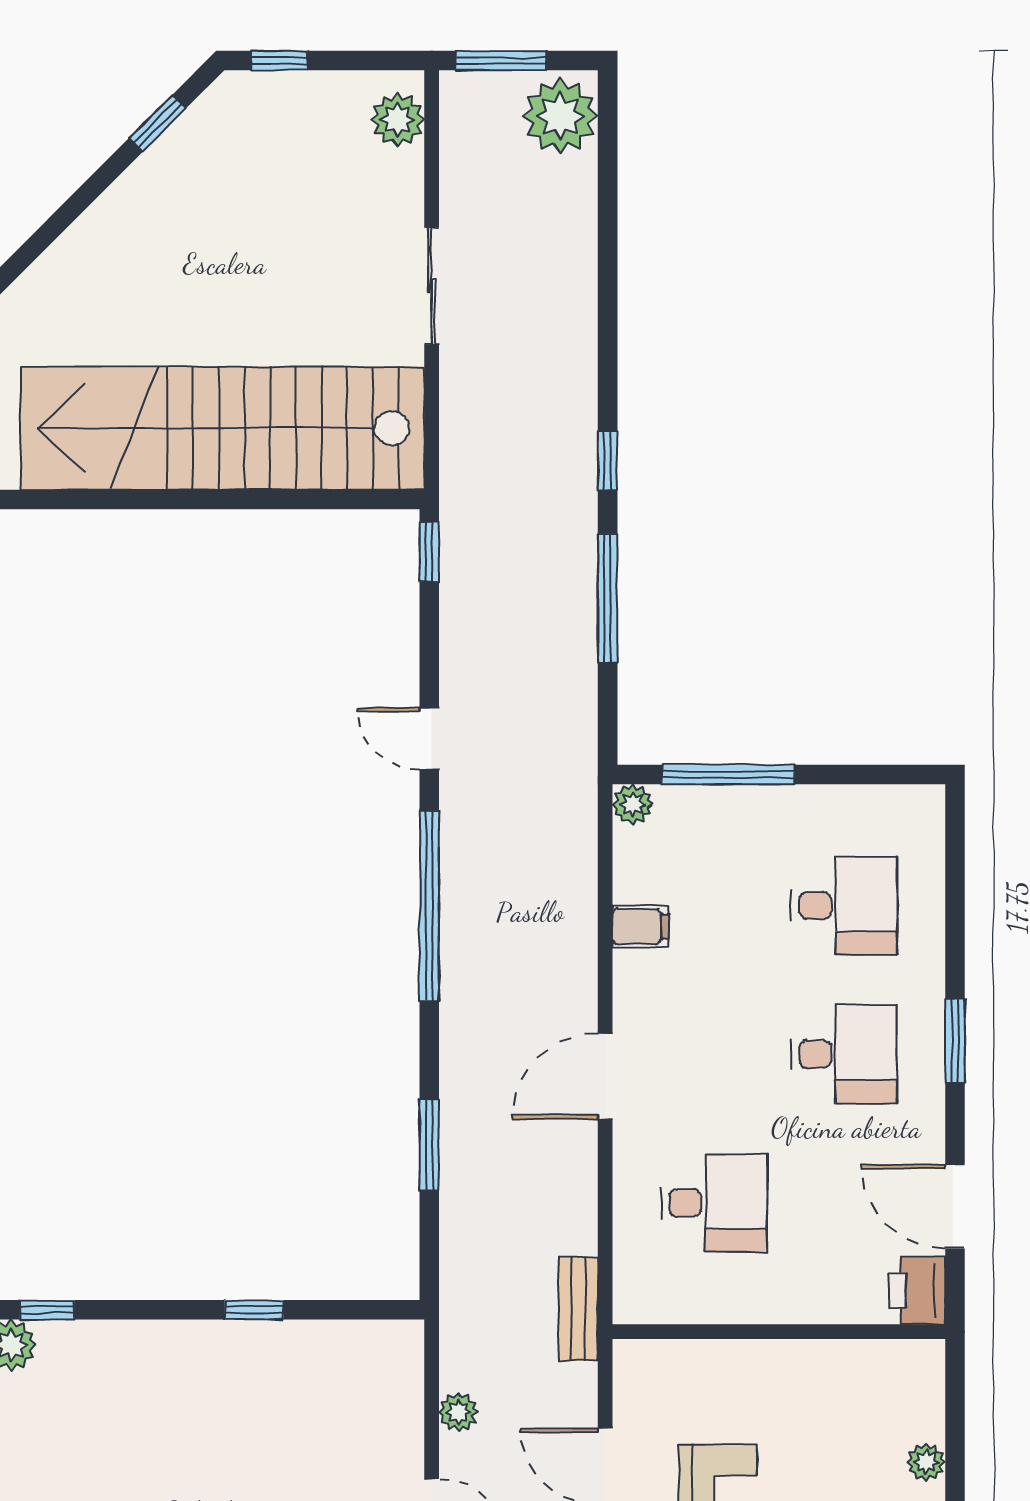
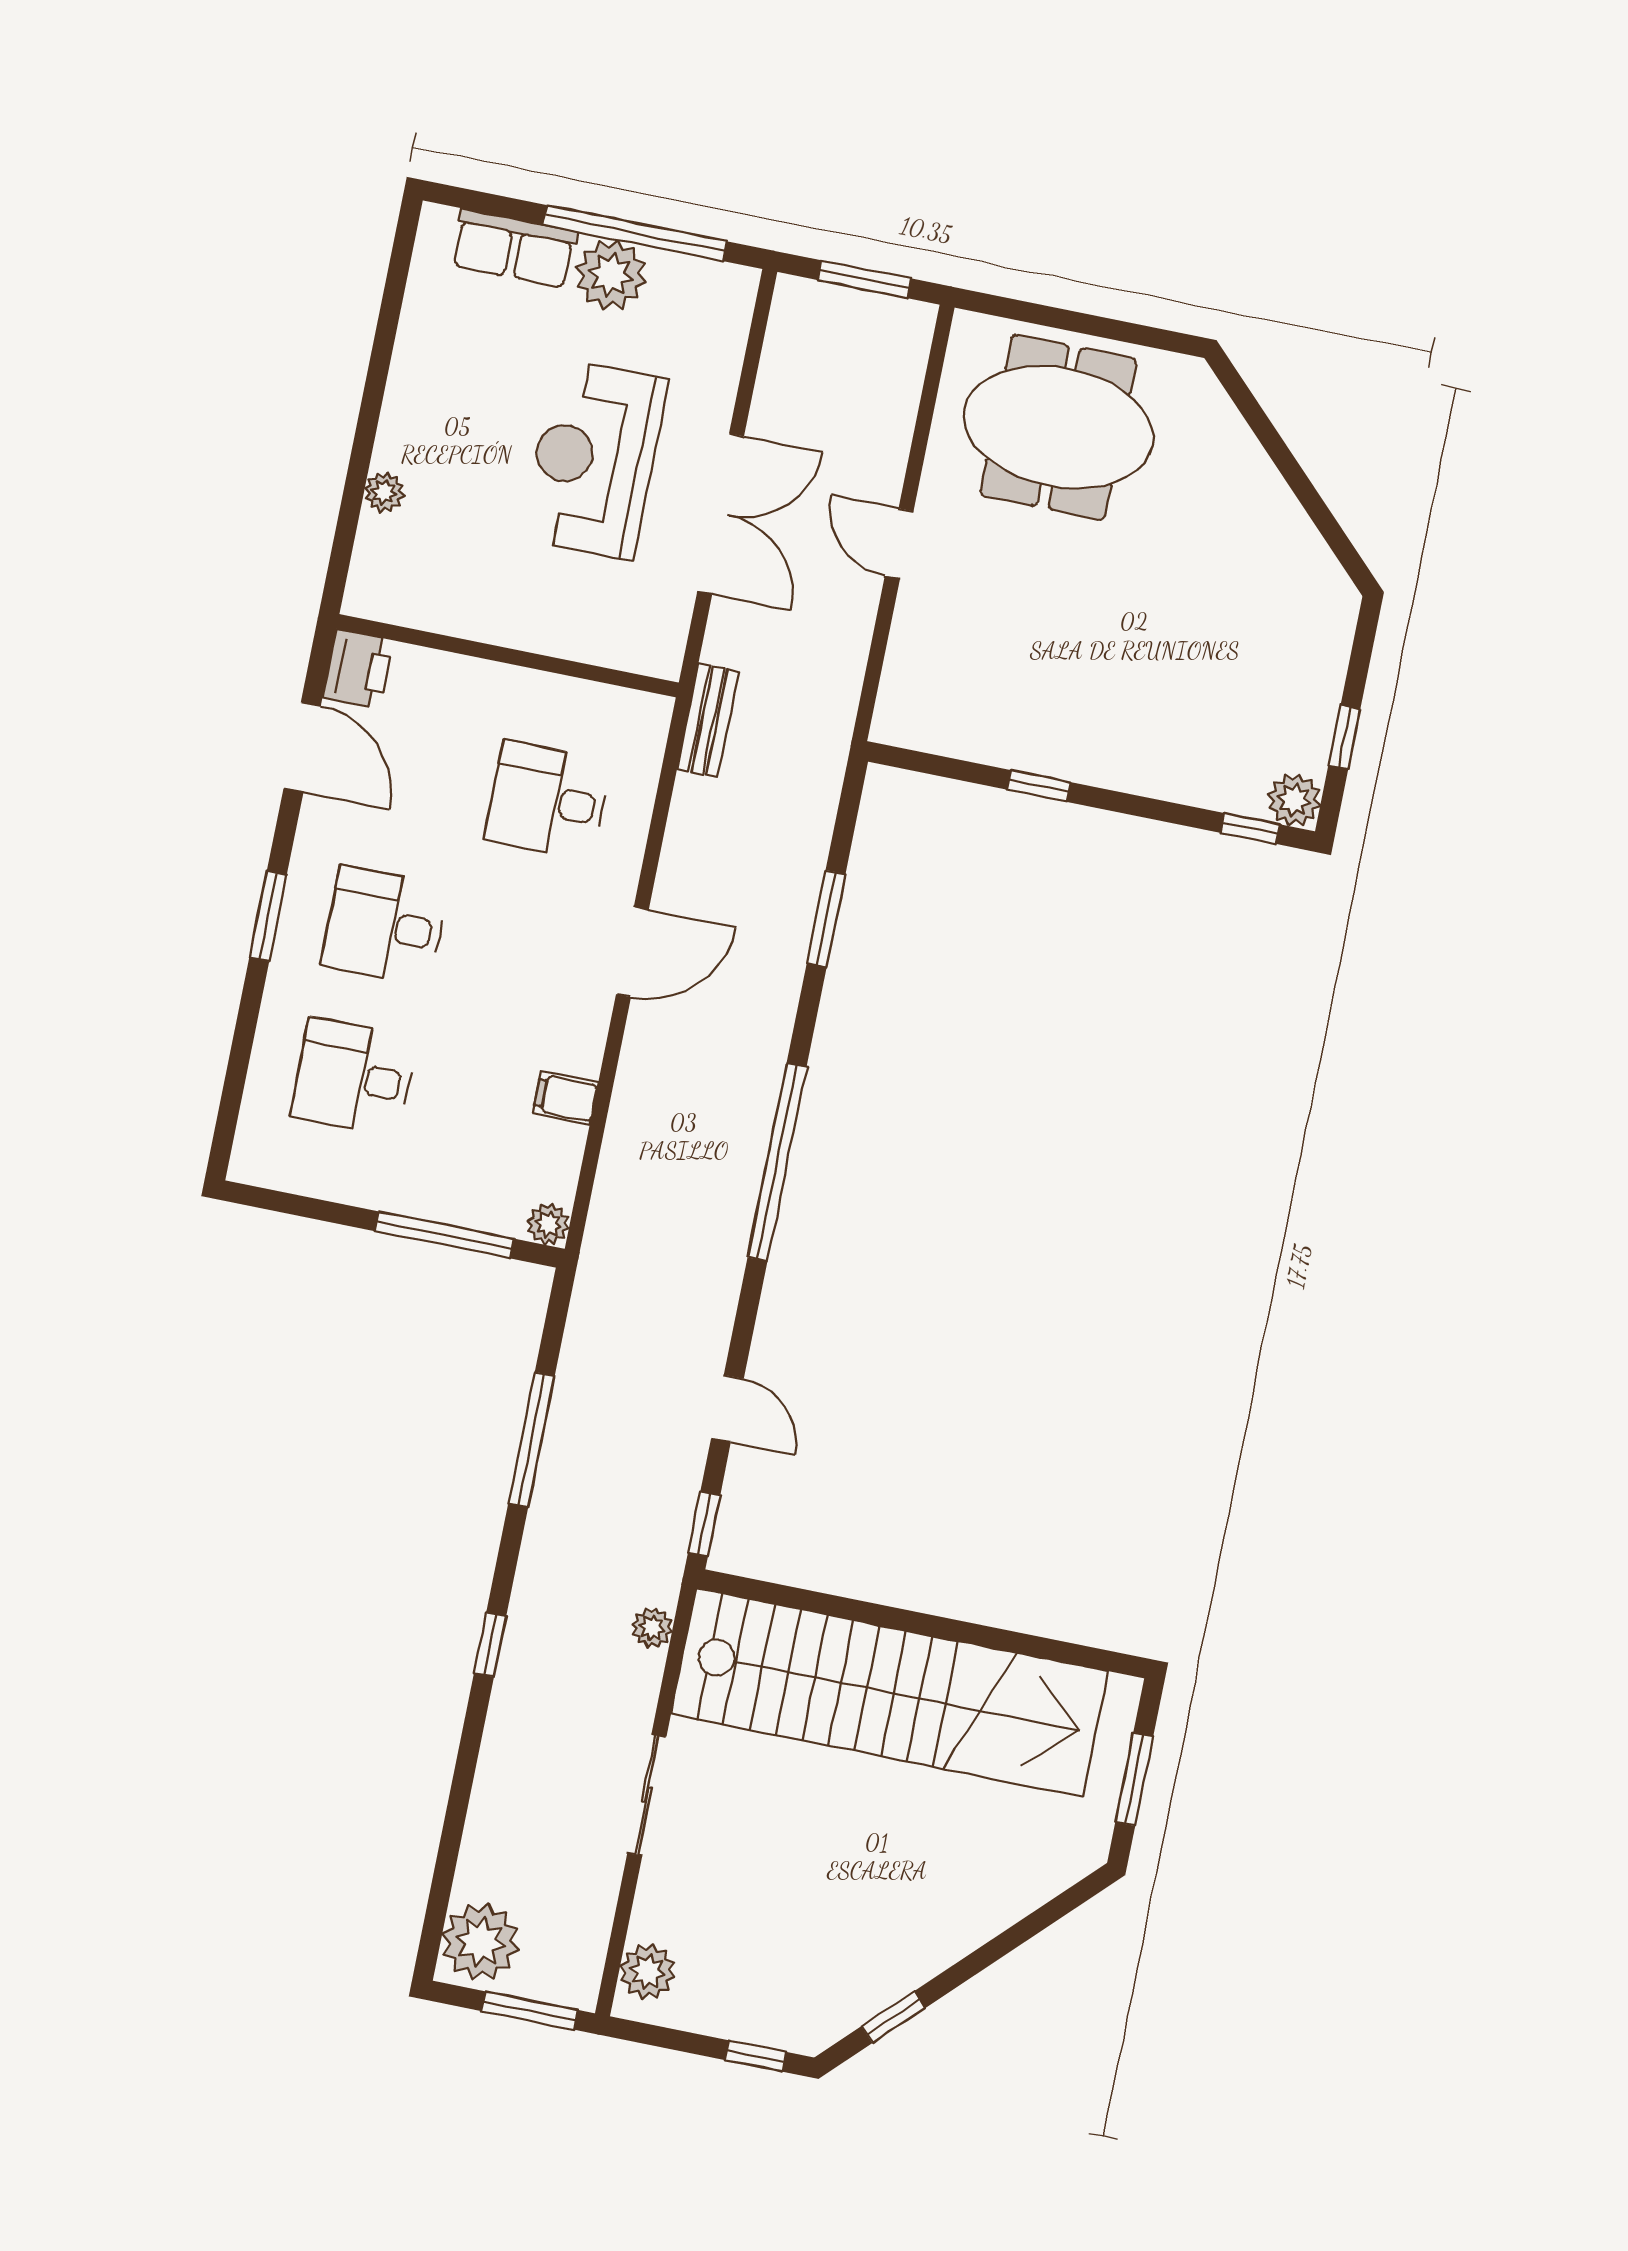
window: (608, 461) -> (490, 1644), moved
door: (429, 739) -> (727, 1409), moved
plant: (458, 1412) -> (652, 1628), moved

